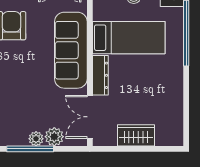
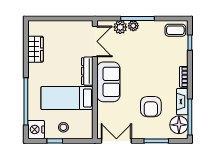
sofa: (71, 50) -> (108, 82), width x0.73
wardrobe: (136, 135) -> (35, 49), moved, turned -90

